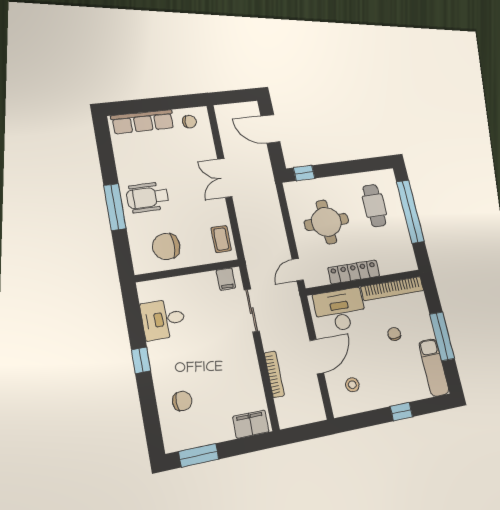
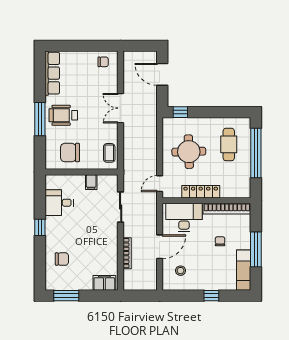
row of seats: (143, 122) -> (52, 73), moved, turned -90
filing cabinet: (226, 279) -> (91, 182), moved

